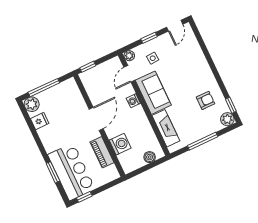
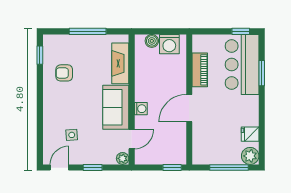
side table: (153, 58) -> (72, 135), moved
plant: (227, 119) -> (51, 42), removed
washing machine: (120, 144) -> (169, 44), moved, turned -90

